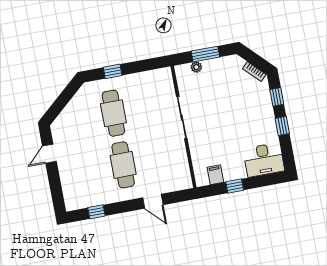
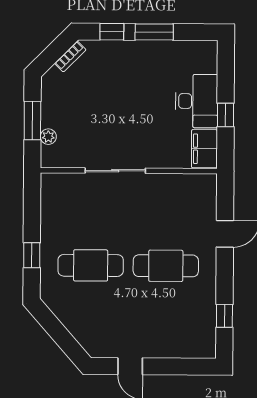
window: (282, 126) -> (154, 32), width x1.50
desk: (264, 160) -> (196, 101), moved
filing cabinet: (215, 175) -> (204, 149), width x2.00

